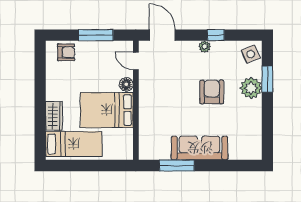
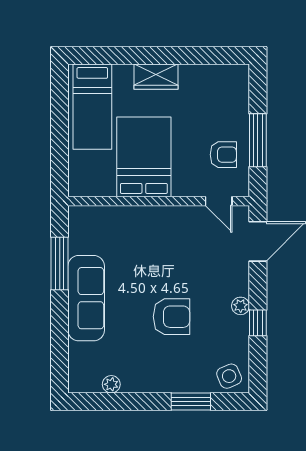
armchair: (66, 52) -> (223, 155), moved, turned -90
door: (136, 61) -> (219, 201), swing flipped
floor lamp: (126, 84) -> (183, 186), removed
plant: (251, 88) -> (111, 384), moved, width x0.53, depth x0.53
wardrobe: (54, 116) -> (156, 77), moved

